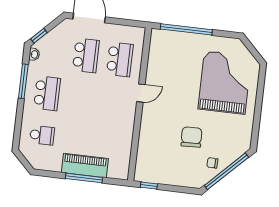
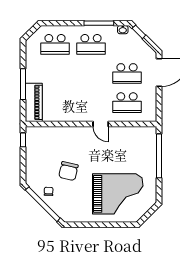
school desk: (42, 135) -> (55, 44), width x1.85
chair: (191, 137) -> (68, 171), turned 105
piano: (85, 165) -> (34, 102), moved

